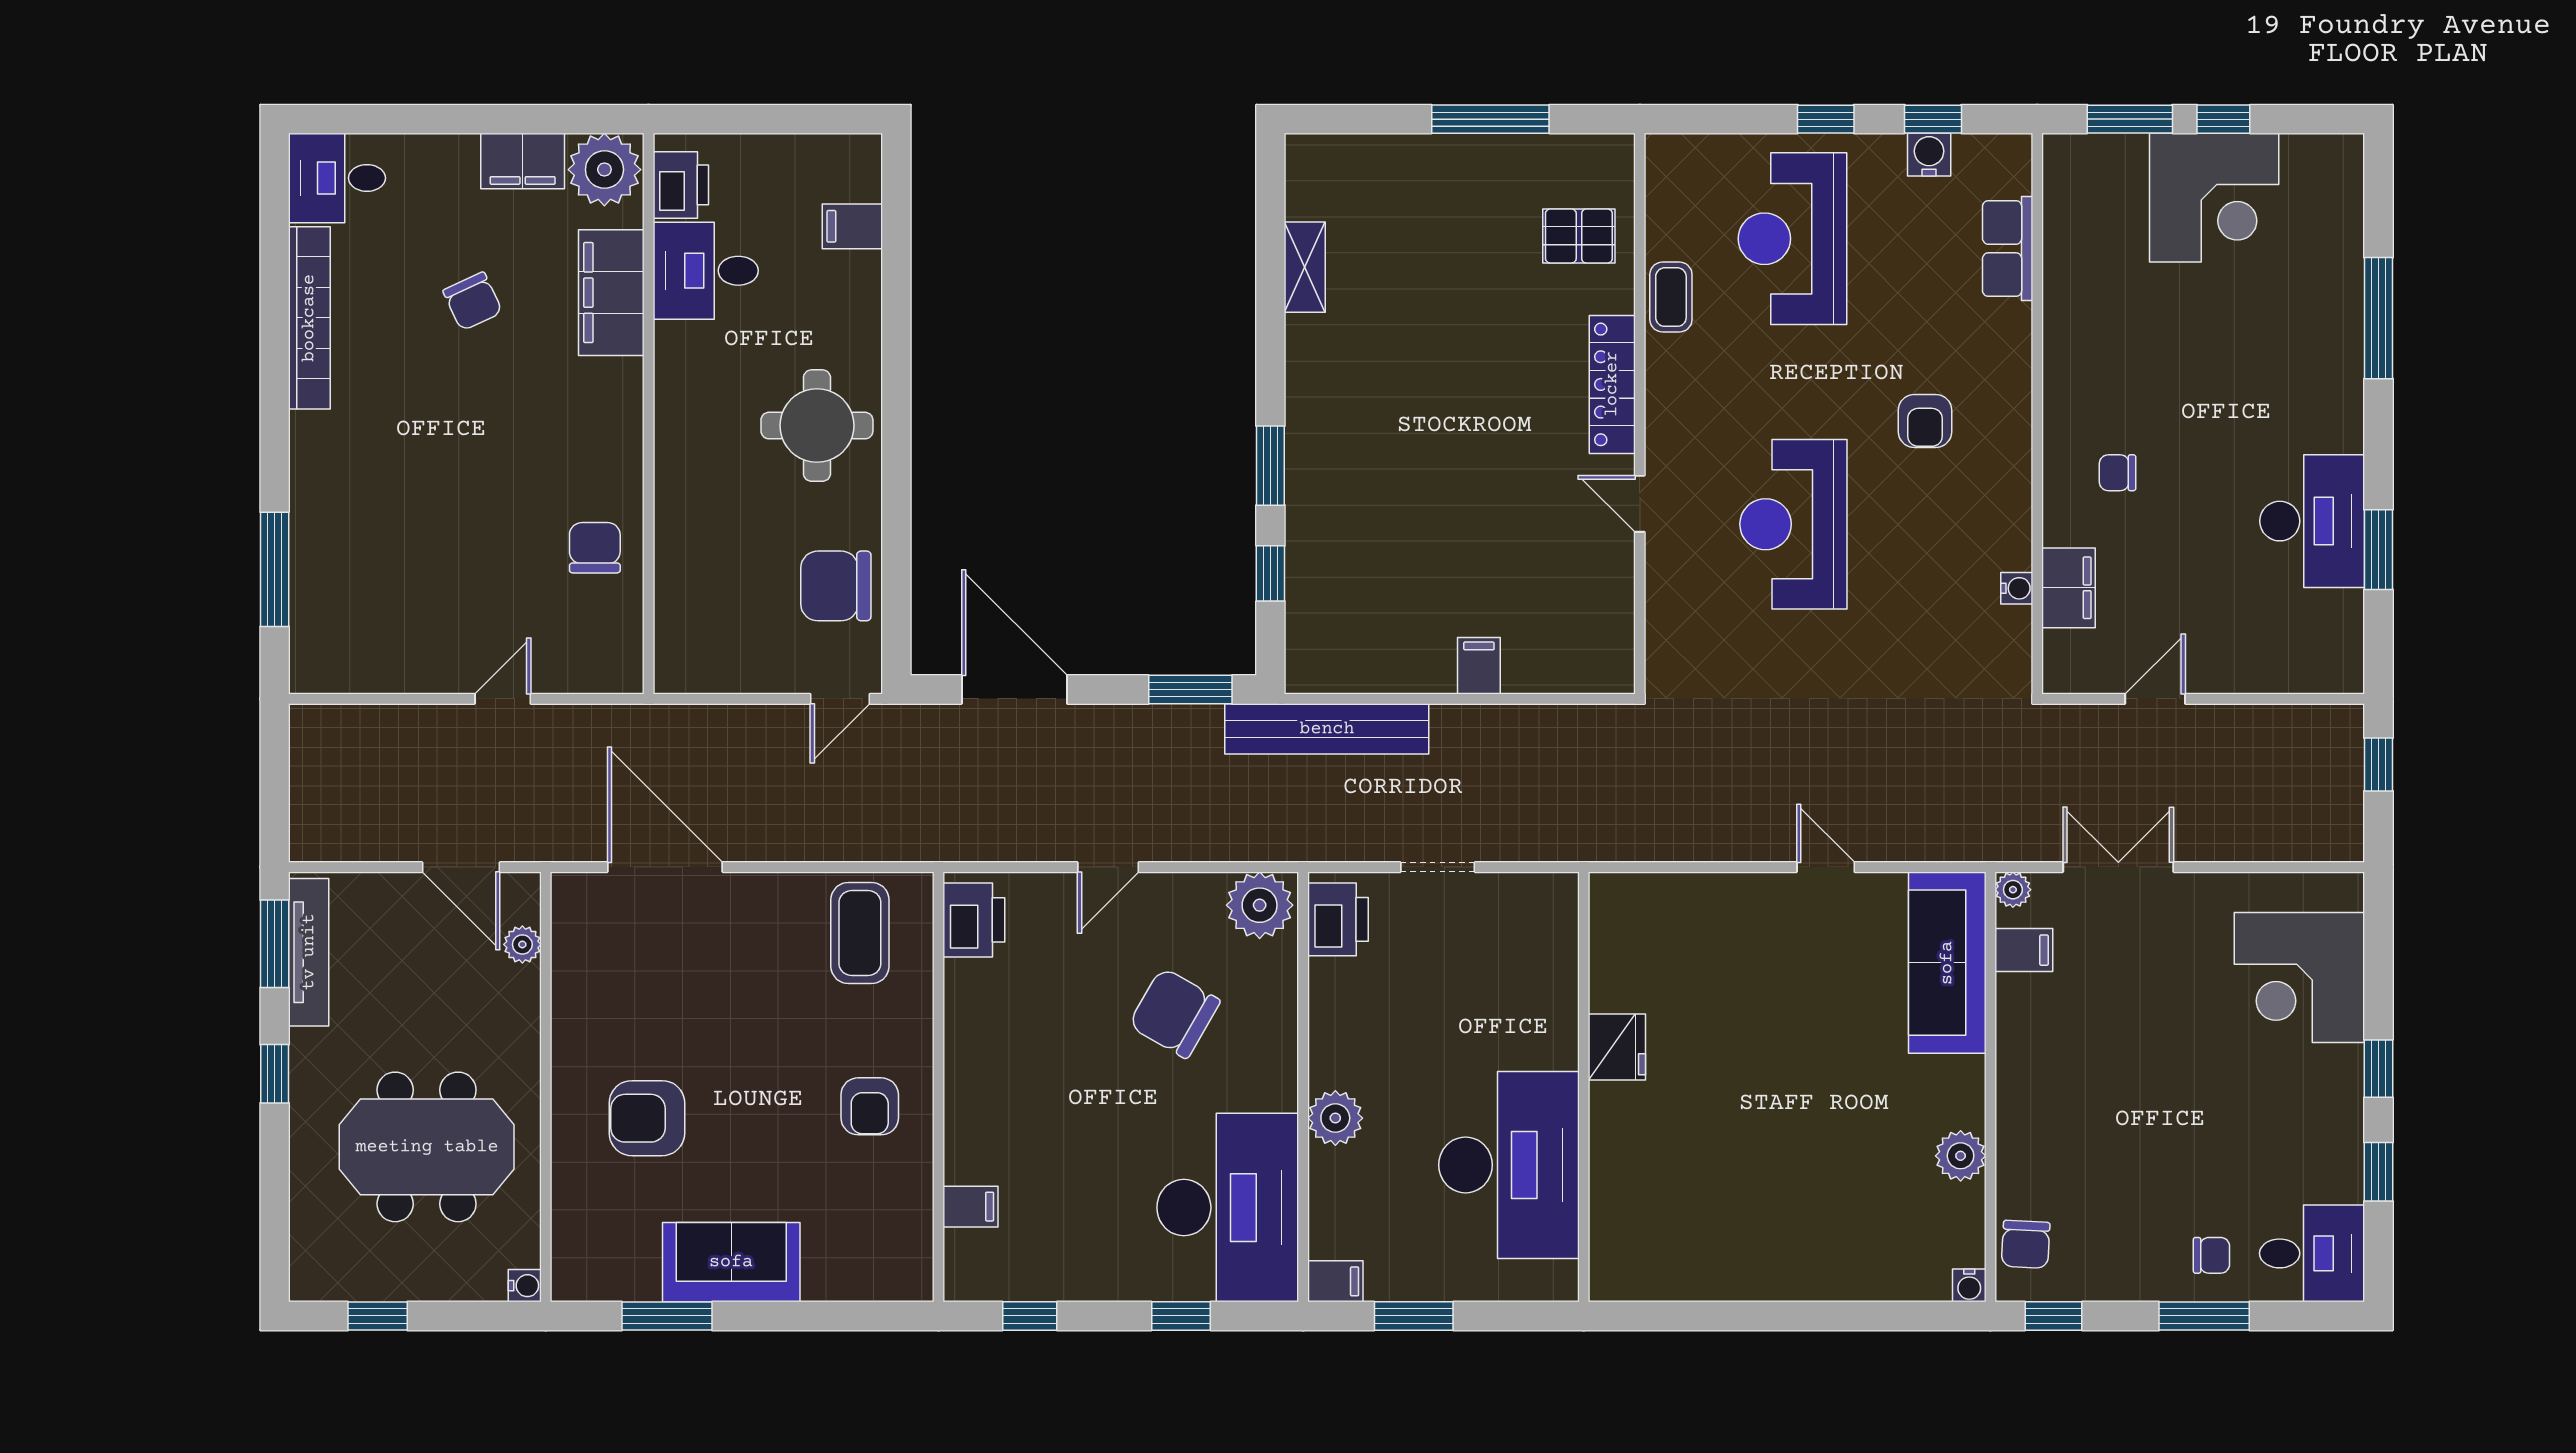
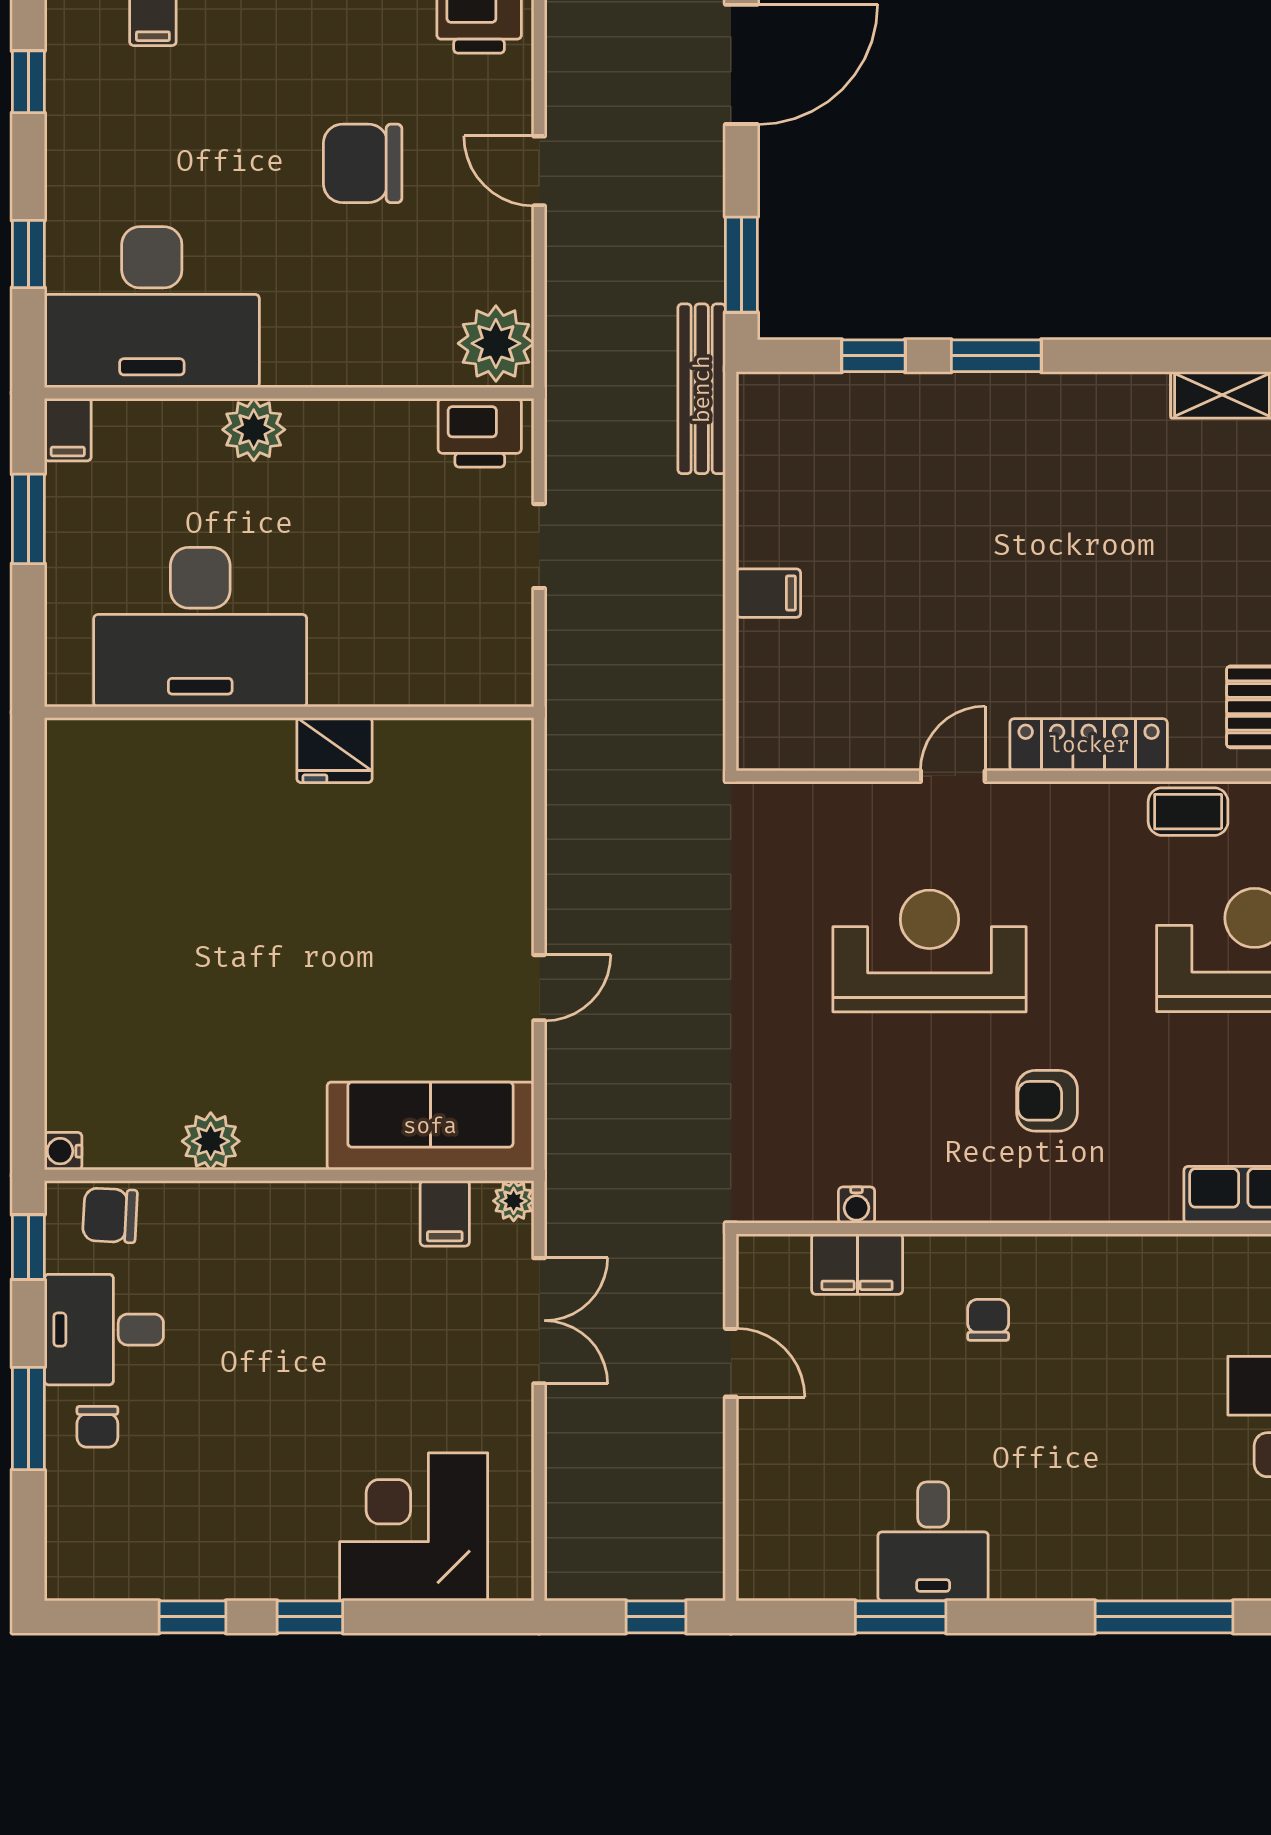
desk: (2312, 521) -> (933, 1541), width x0.73
bench: (1327, 729) -> (702, 389), width x0.73, depth x0.82
chair: (1174, 1013) -> (363, 163), moved, turned -120
desk: (2312, 1253) -> (104, 1330), moved, turned 90

